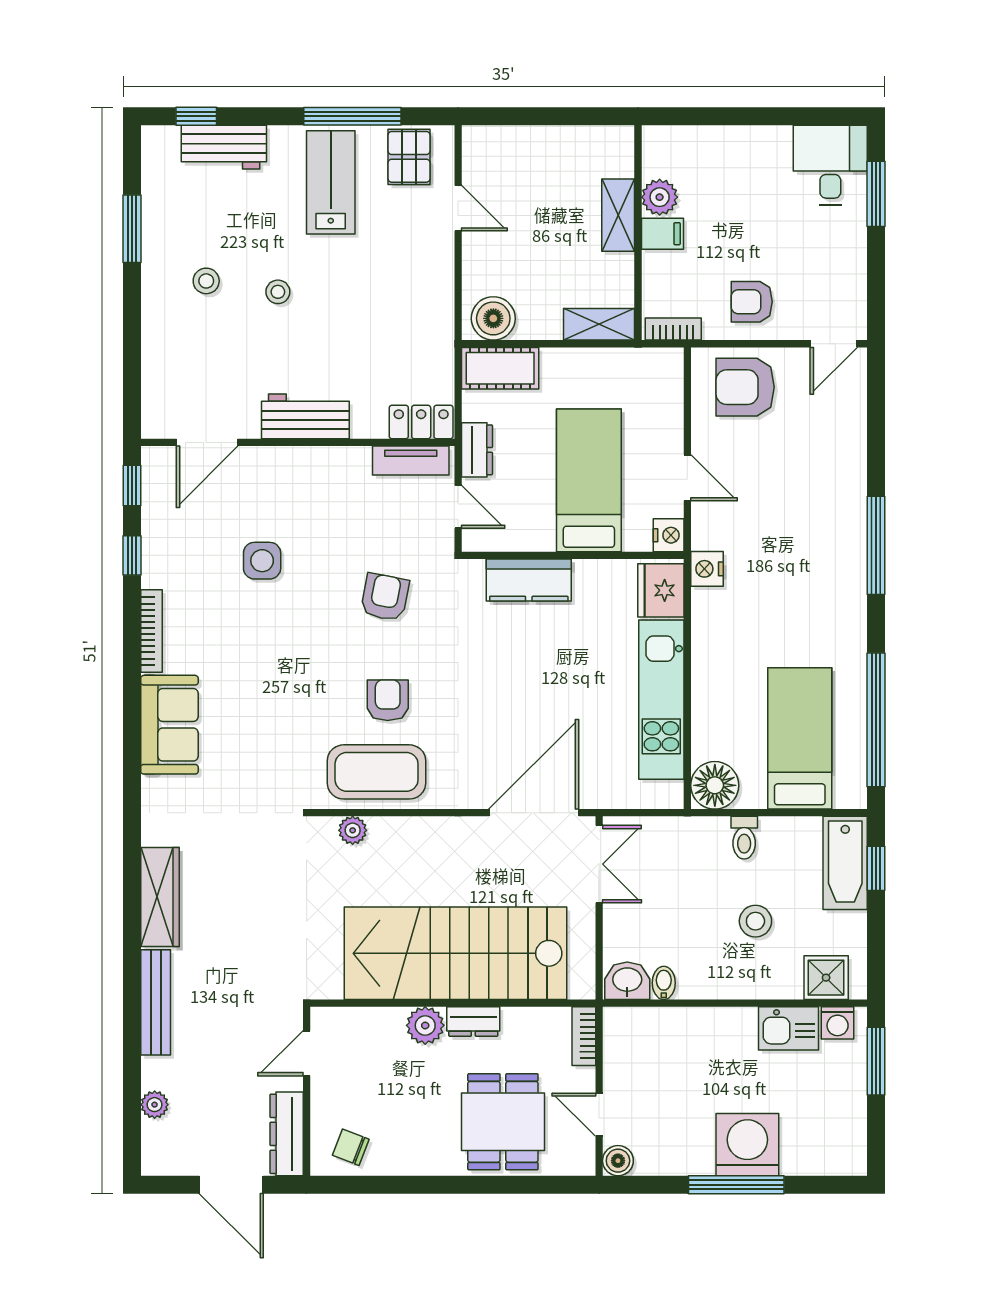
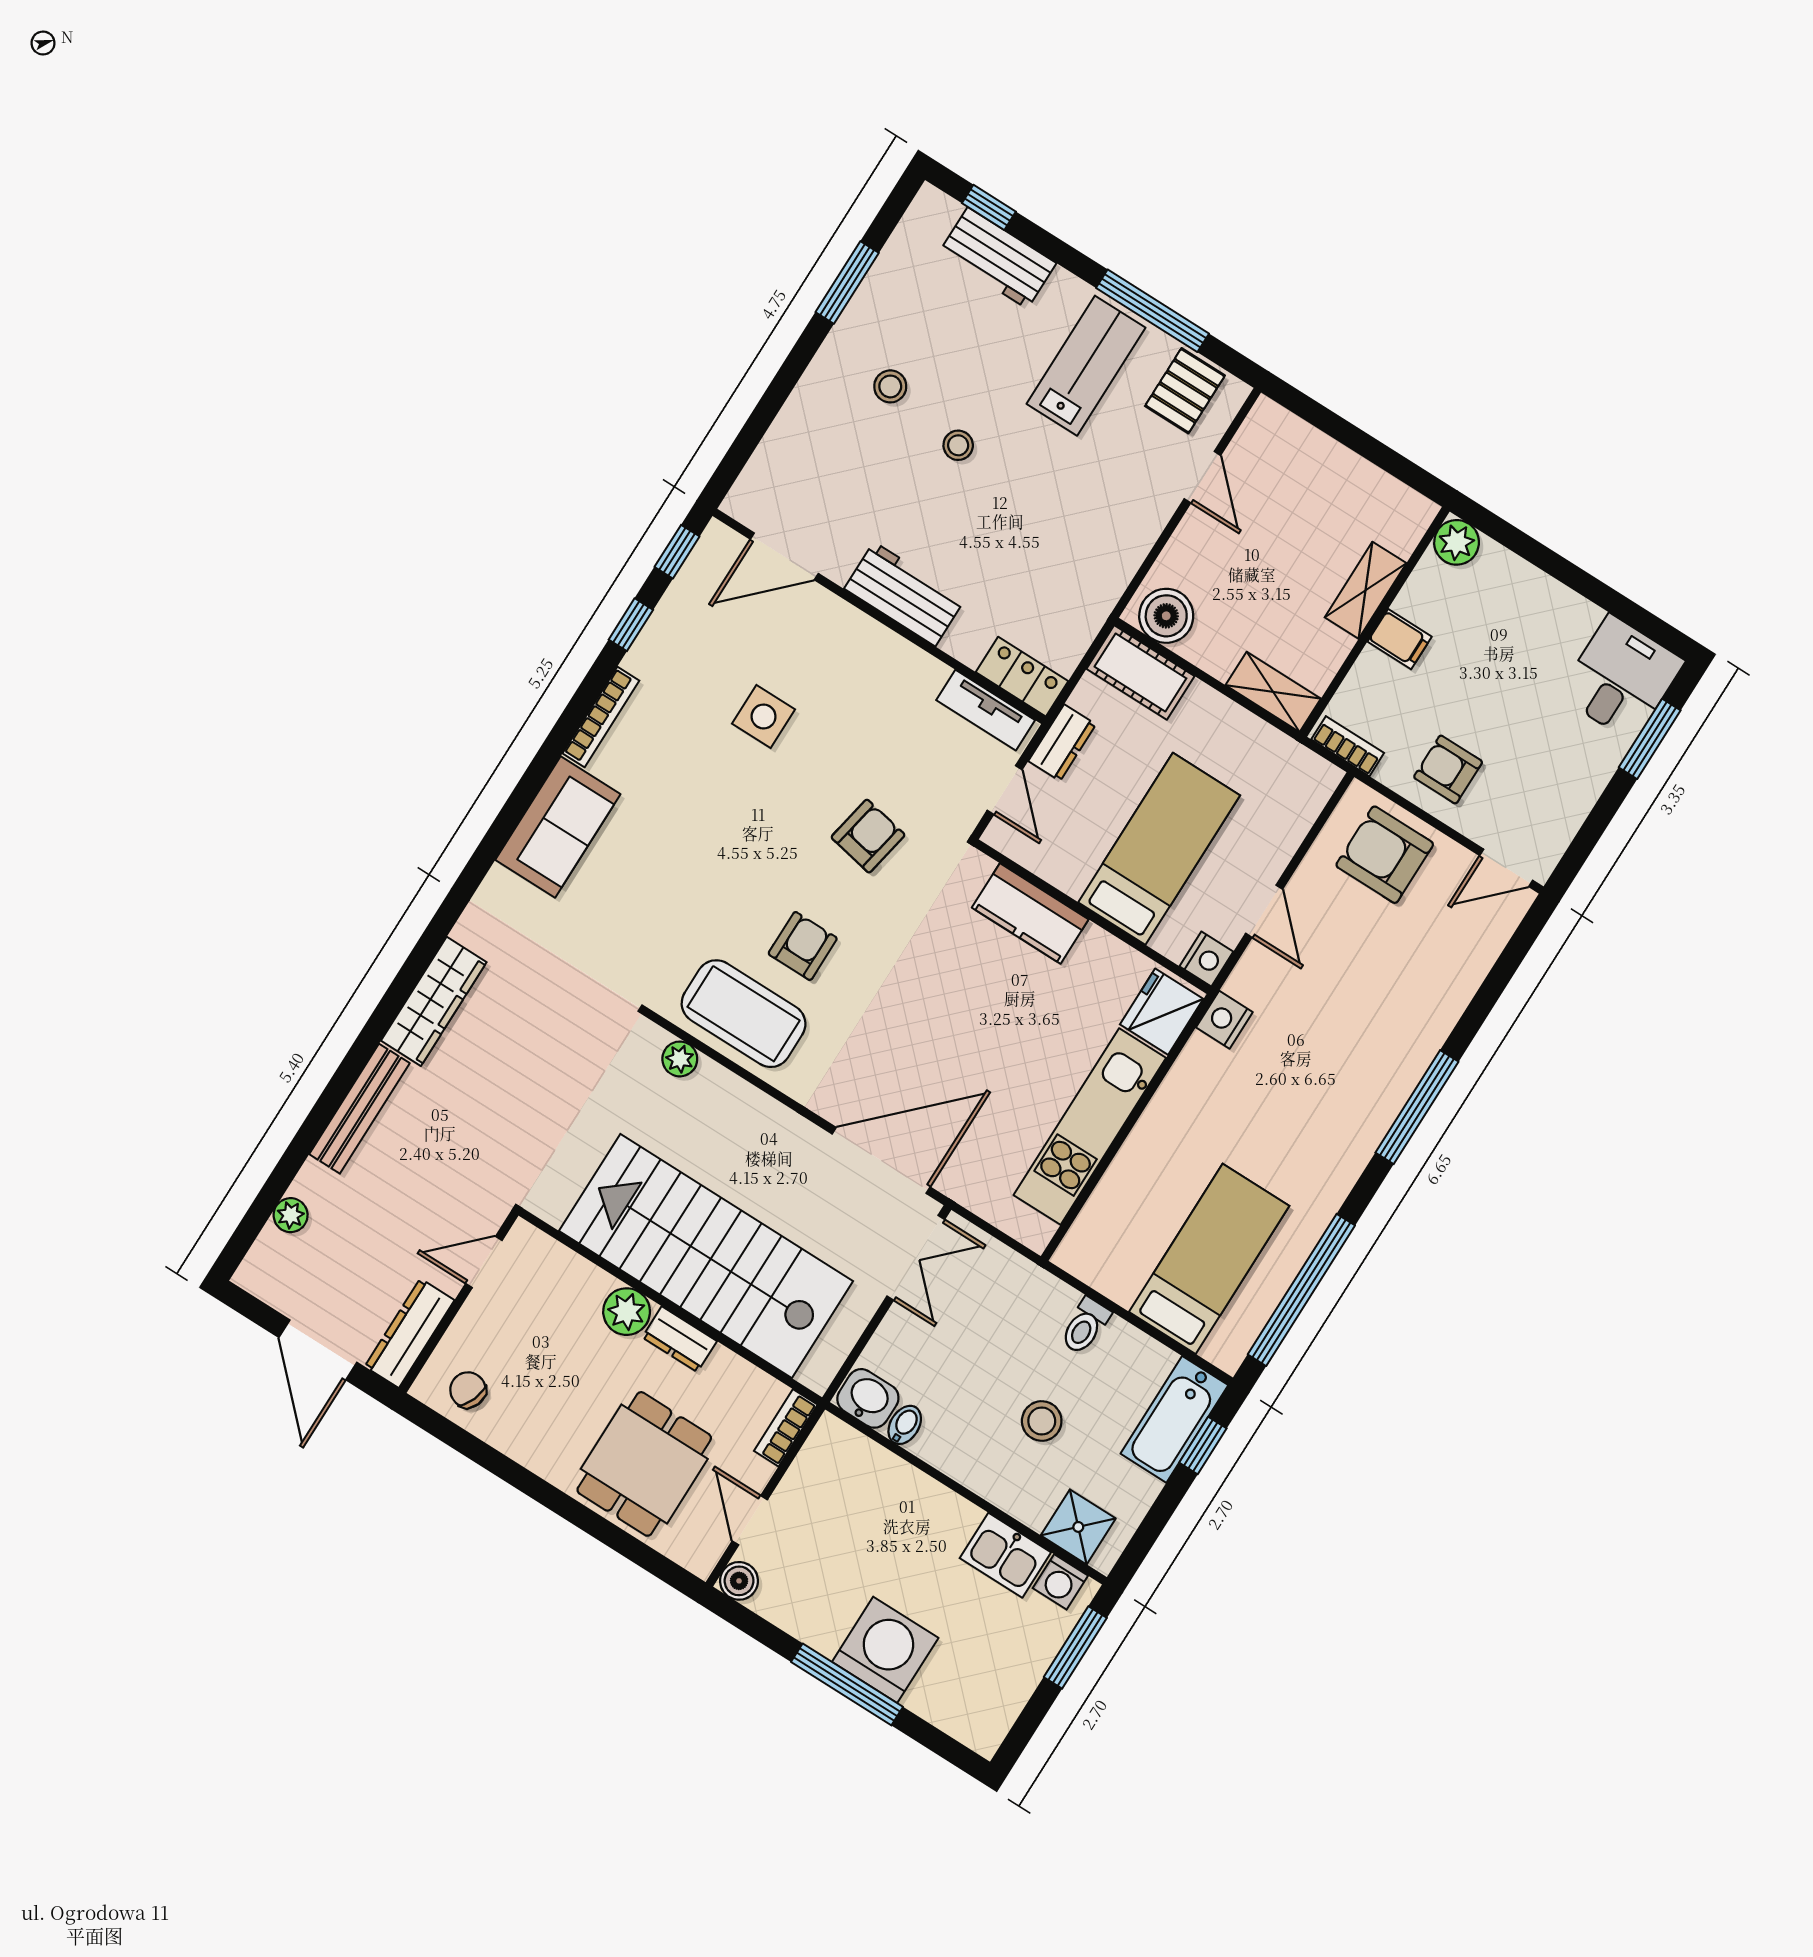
plant: (660, 197) -> (1457, 542), moved
floor lamp: (715, 785) -> (1089, 1252), removed

